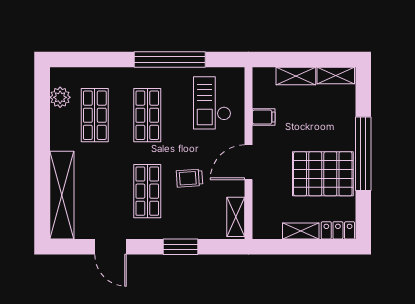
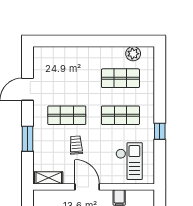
window: (170, 60) -> (160, 131), width x0.32
checkout: (212, 103) -> (129, 161), turned 90
shelving: (62, 195) -> (64, 55), removed

